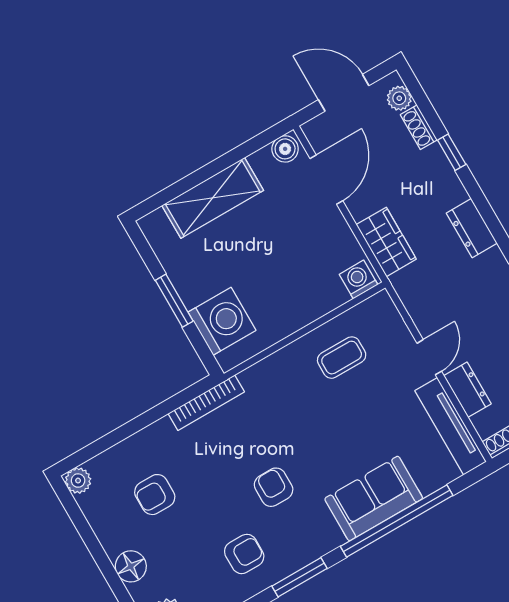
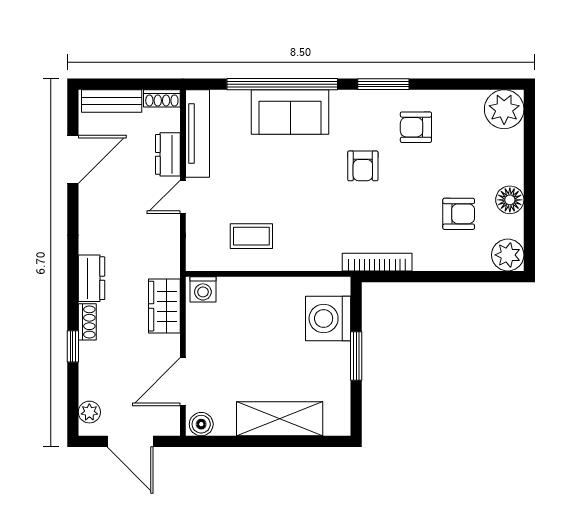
shoe rack: (419, 127) -> (87, 322), moved
plant: (78, 481) -> (508, 255), width x1.38, depth x1.38
floor lamp: (131, 566) -> (510, 200), moved

